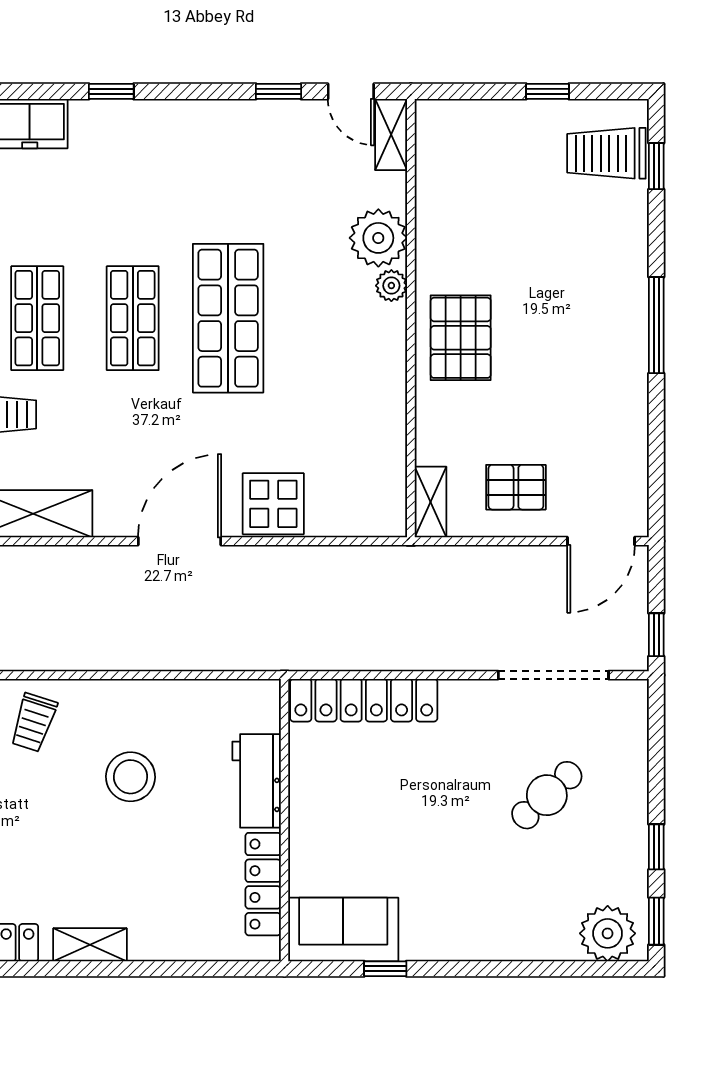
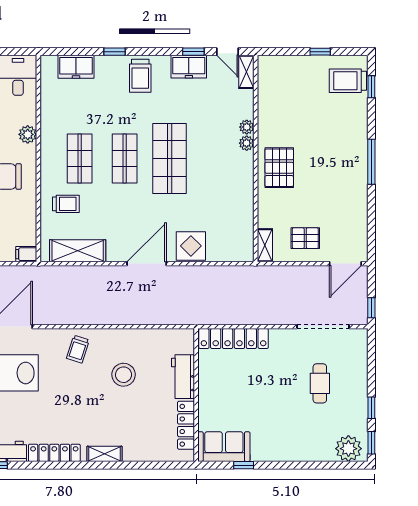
freezer: (269, 123) -> (189, 67), added
trolley: (166, 143) -> (140, 76), added
plant: (378, 238) -> (247, 127), width x0.53, depth x0.53
cafe table: (547, 795) -> (320, 383), turned -47

